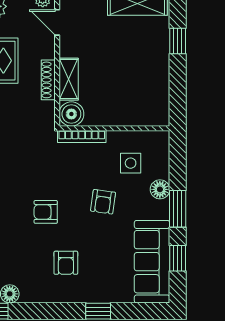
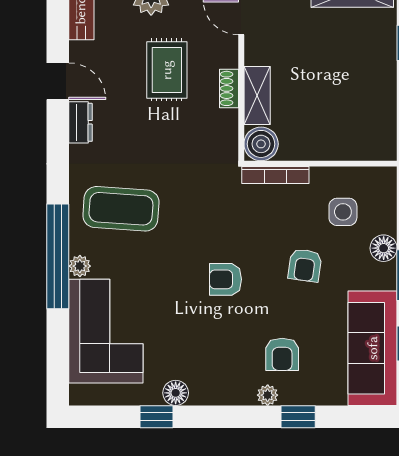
shoe rack: (48, 80) -> (229, 88), width x0.70
armchair: (66, 263) -> (282, 354), moved
plant: (76, 296) -> (268, 395), added

